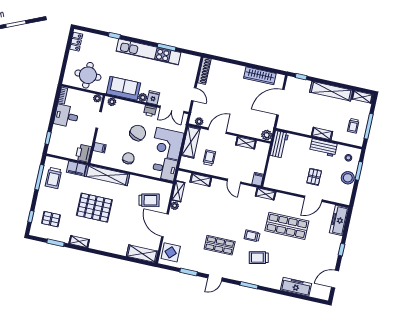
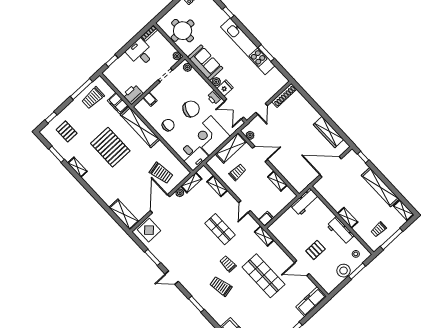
plant: (267, 135) -> (300, 187), removed
shop shelf: (220, 245) -> (220, 229), moved

